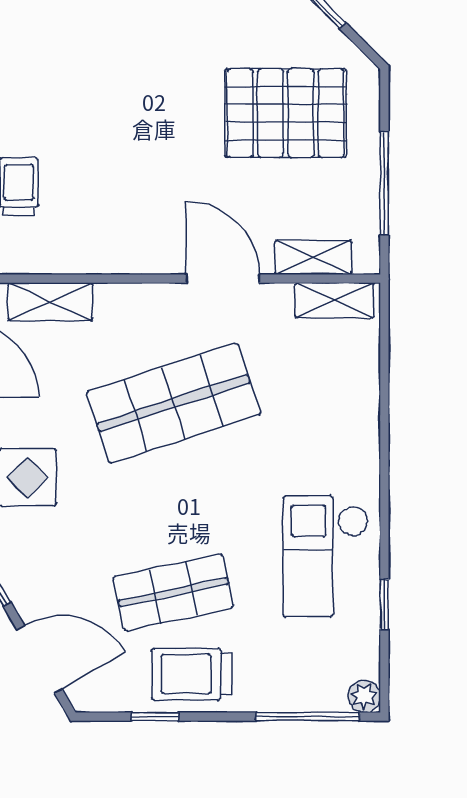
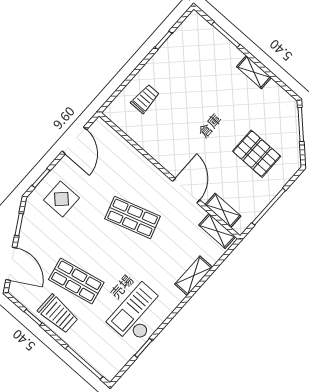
pallet: (286, 113) -> (257, 154), width x0.73, depth x0.71
shelving: (50, 302) -> (194, 276), moved, turned 90
shop shelf: (173, 403) -> (133, 218), width x0.70, depth x0.74
trolley: (192, 674) -> (58, 314), turned 180
plant: (364, 696) -> (109, 373), removed

